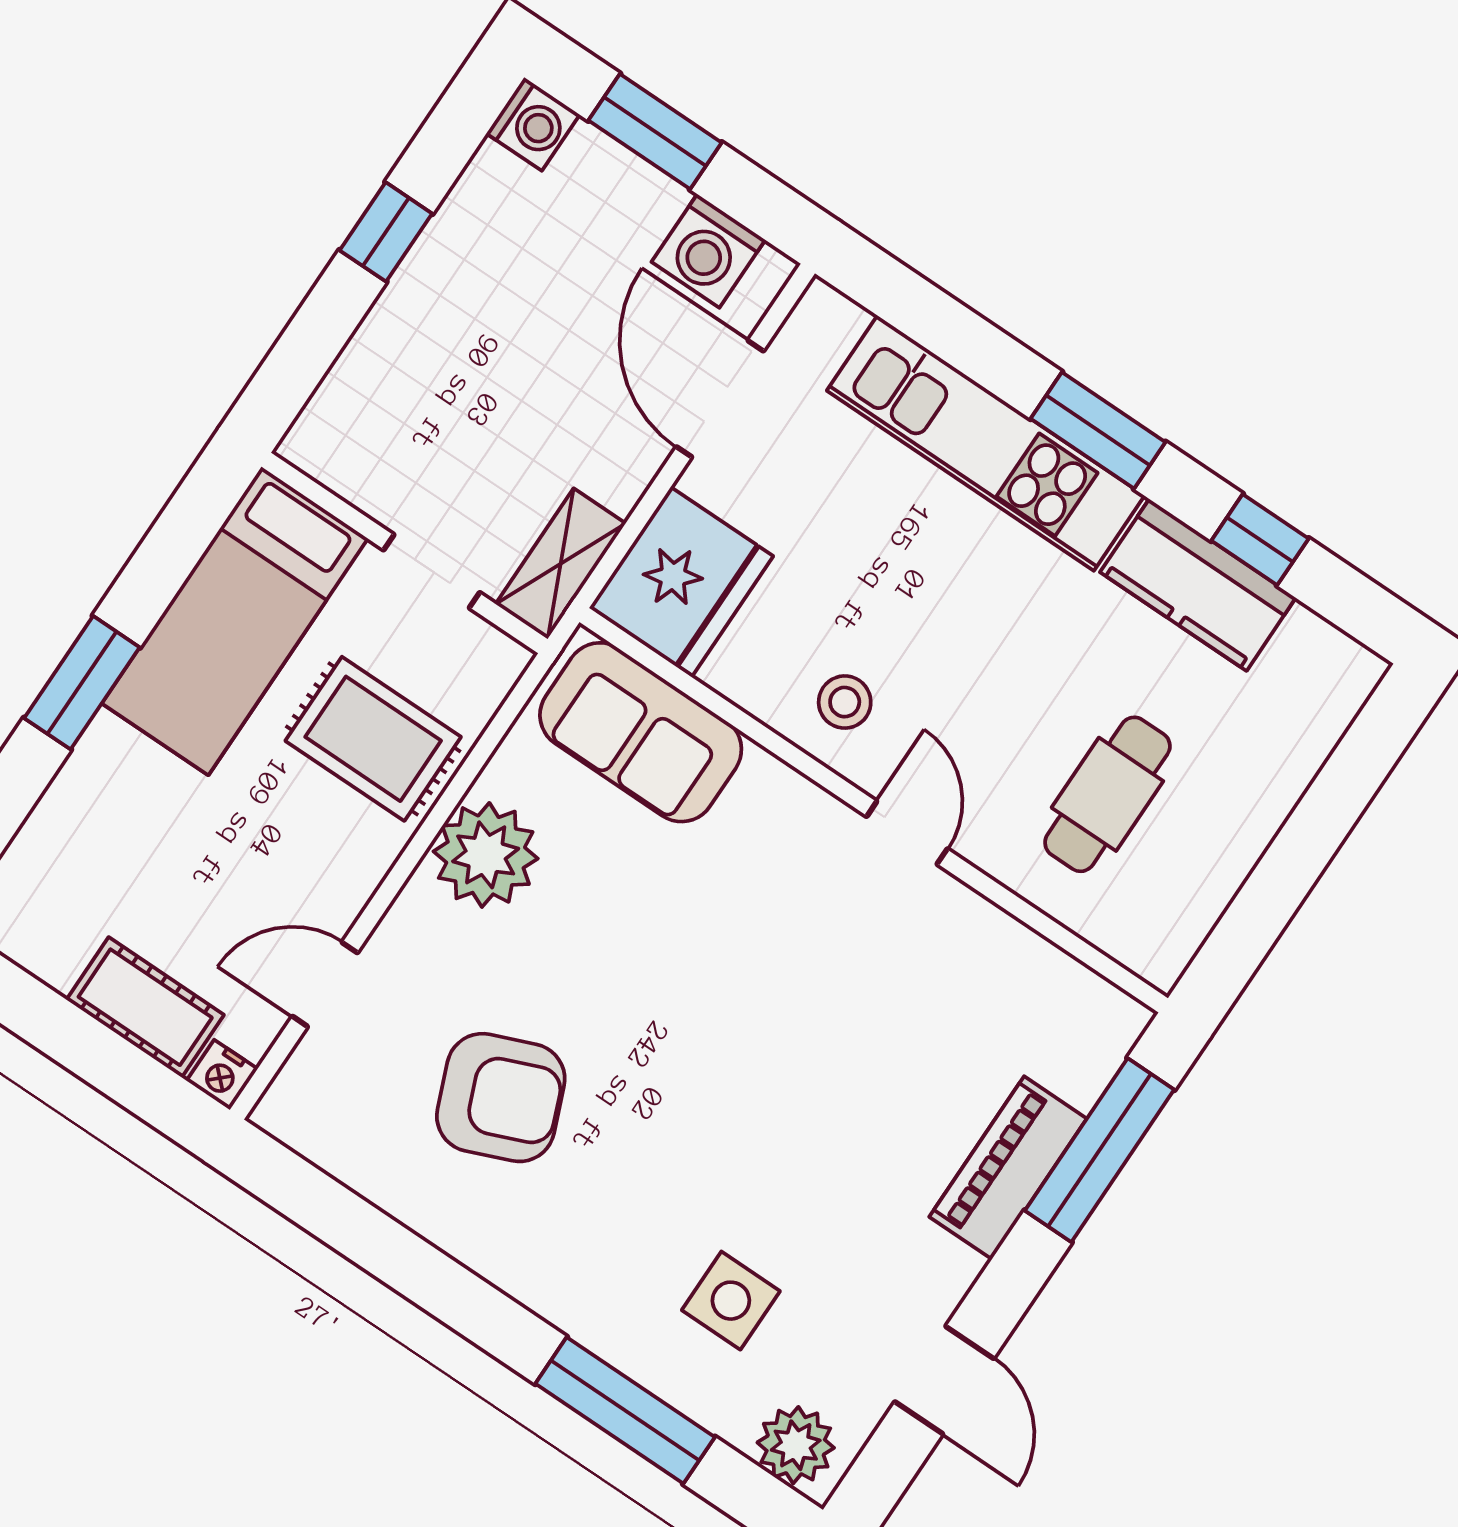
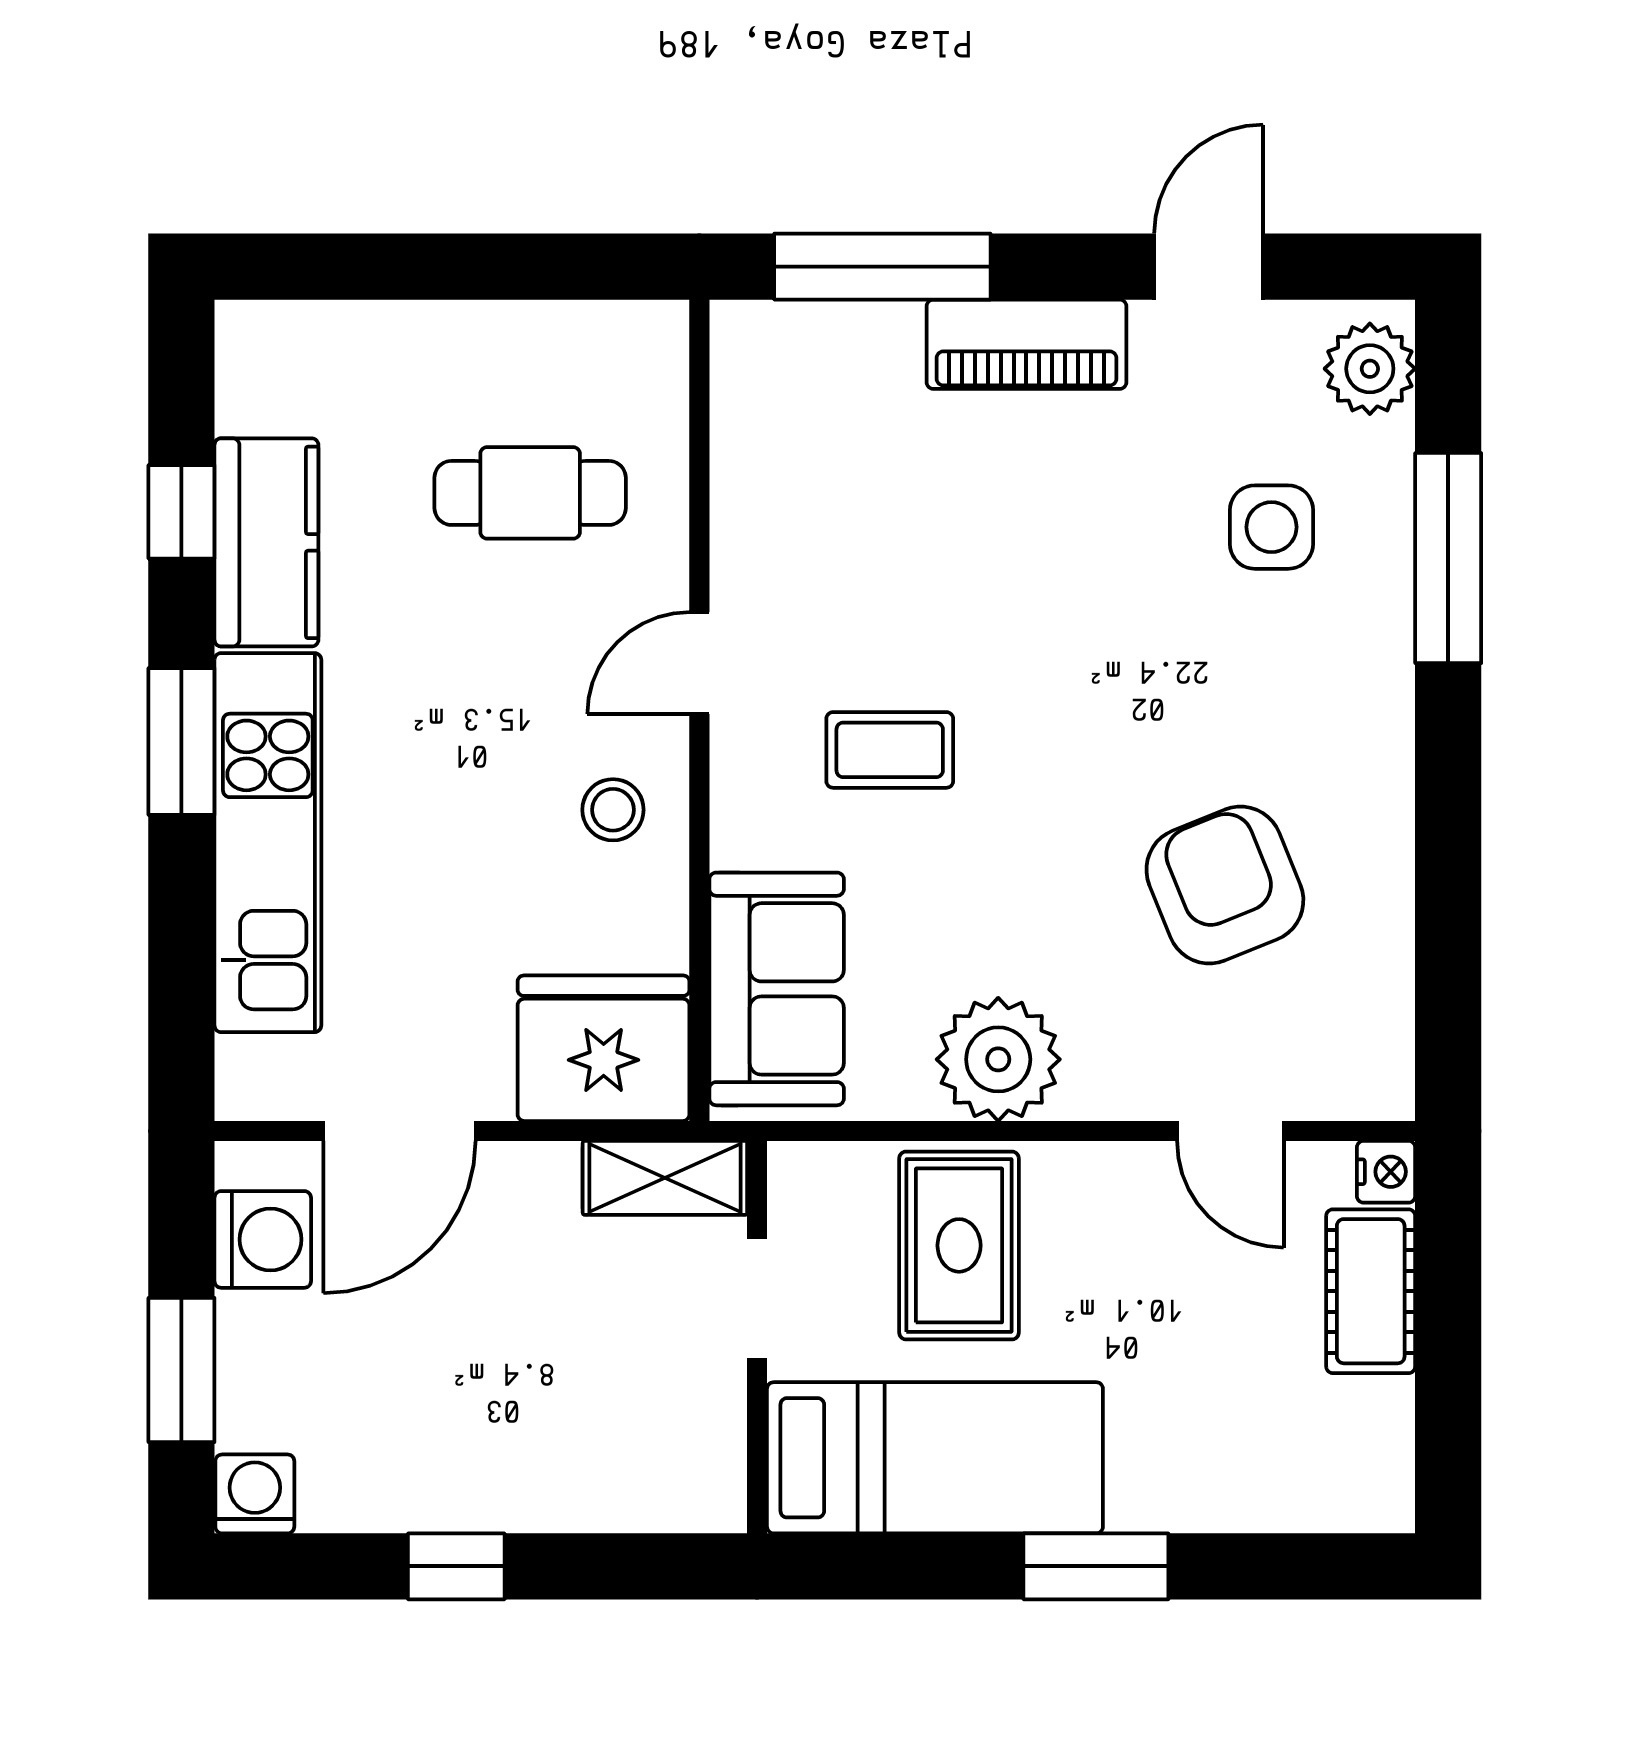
coffee table: (755, 926) -> (890, 750), added
piano: (1008, 1168) -> (1026, 344), moved

